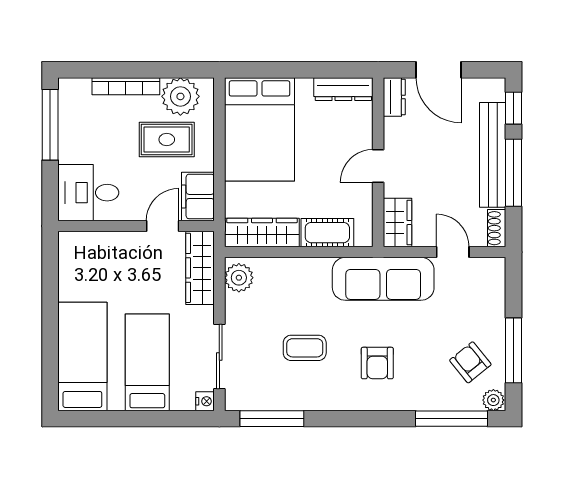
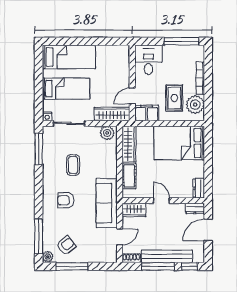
dresser: (343, 89) -> (199, 188), width x0.70
door: (163, 226) -> (132, 96), swing flipped

